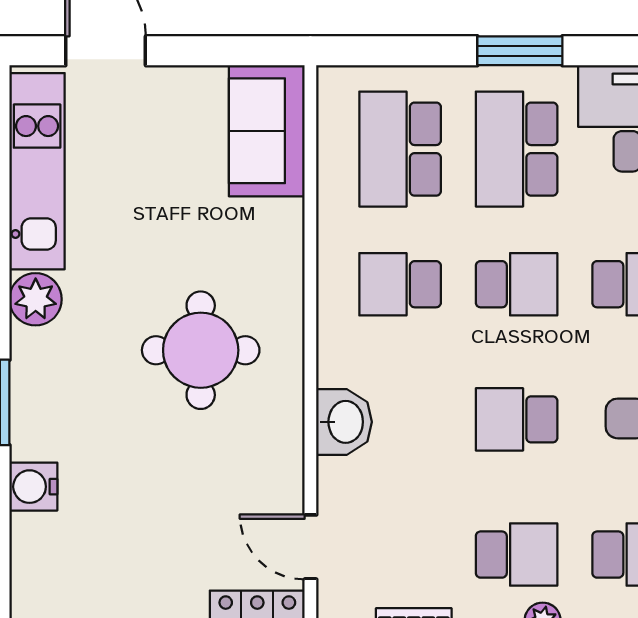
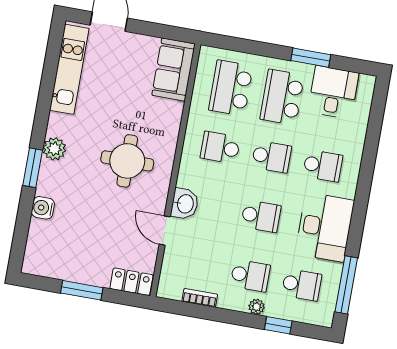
window: (520, 51) -> (311, 58), moved
plant: (36, 299) -> (54, 149), moved
school desk: (517, 419) -> (261, 216), turned 180
door: (310, 547) -> (165, 231), moved

